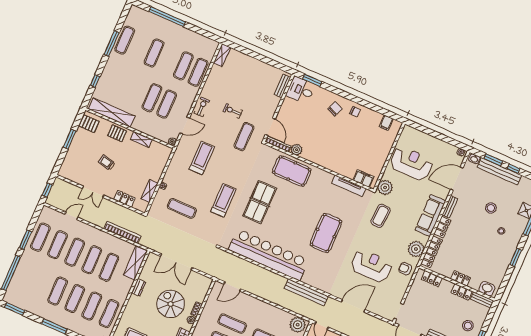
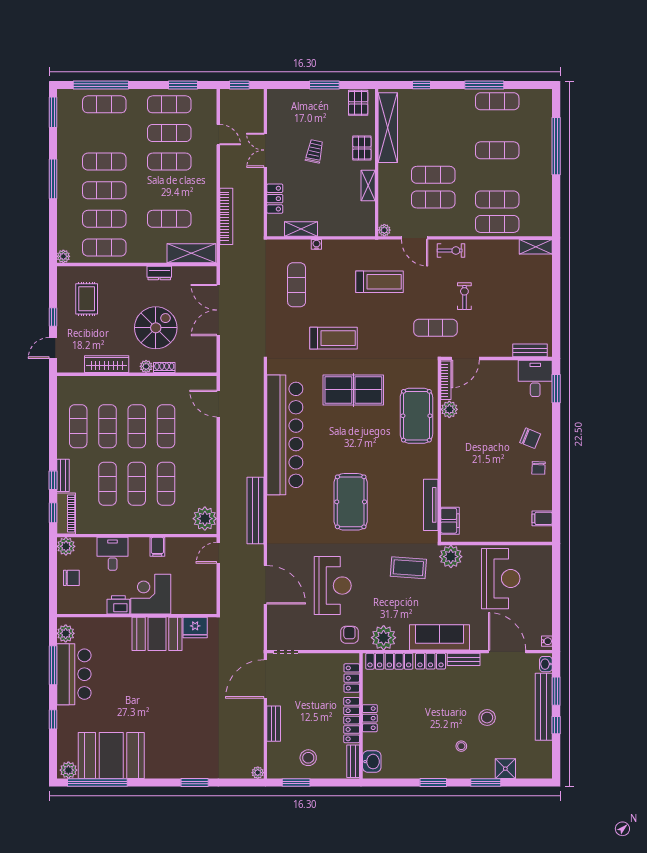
pool table: (326, 233) -> (351, 502), turned 90
window: (25, 240) -> (183, 85), moved
exercise mat: (92, 260) -> (104, 104), moved
locker: (462, 292) -> (352, 720), width x1.53

